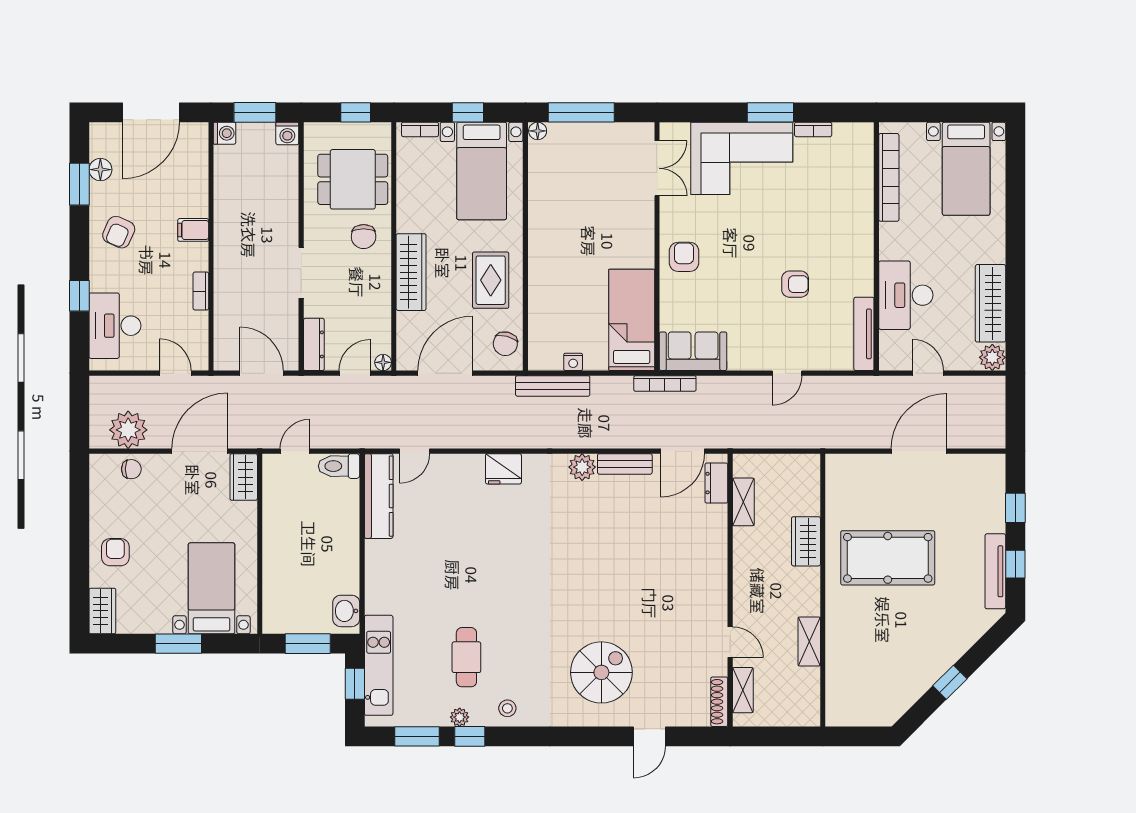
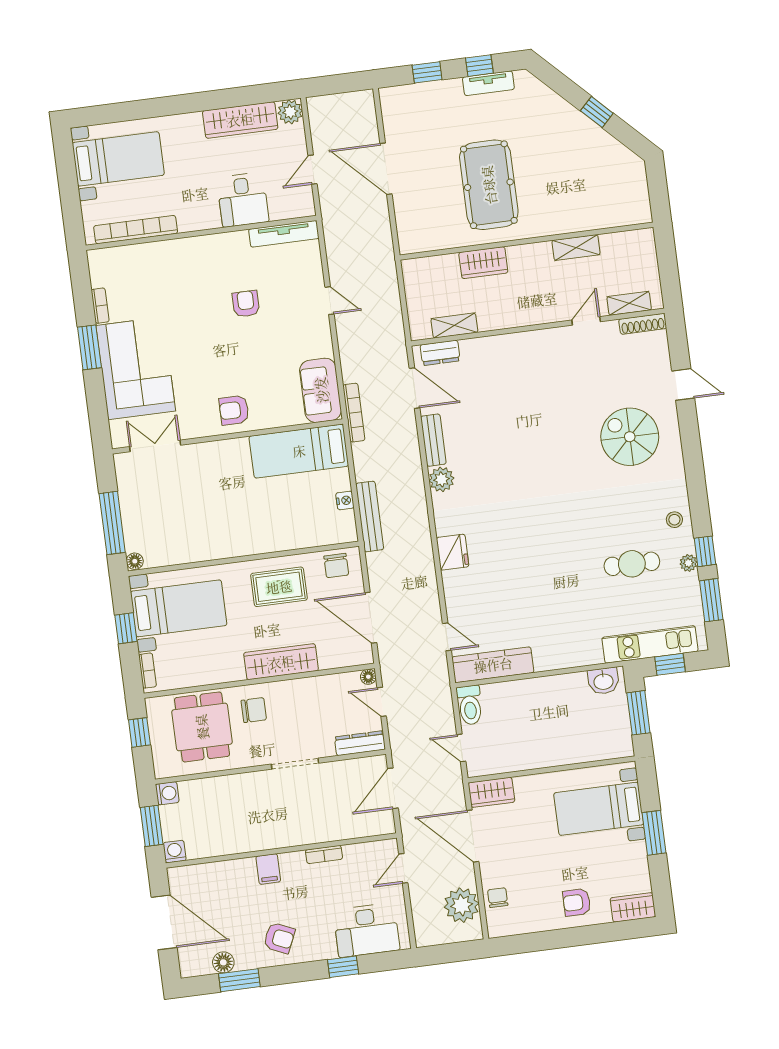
desk: (906, 295) -> (243, 200), width x0.73
chair: (505, 344) -> (336, 566), turned 76
tv unit: (995, 571) -> (488, 83), width x0.71

